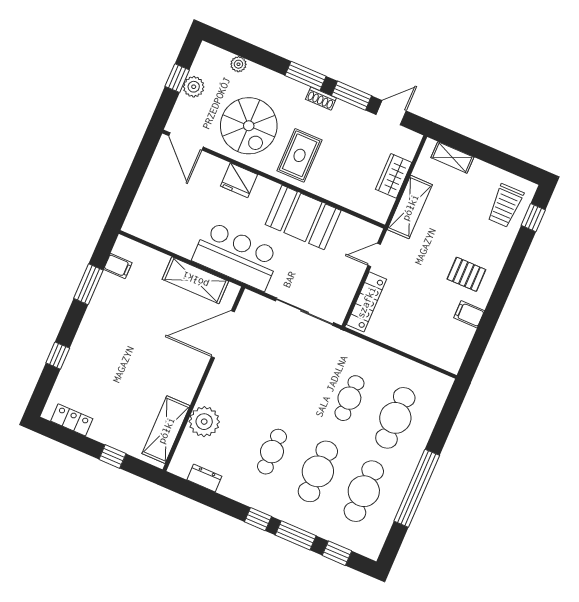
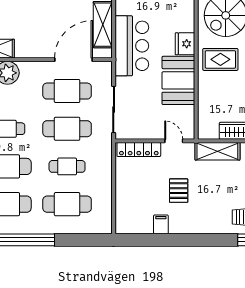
fridge: (239, 180) -> (185, 44), moved
pallet: (466, 274) -> (179, 191), moved
door: (223, 334) -> (74, 60), hinge flipped
cafe table: (258, 359) -> (67, 91), added
cafe table: (304, 378) -> (67, 129), added

